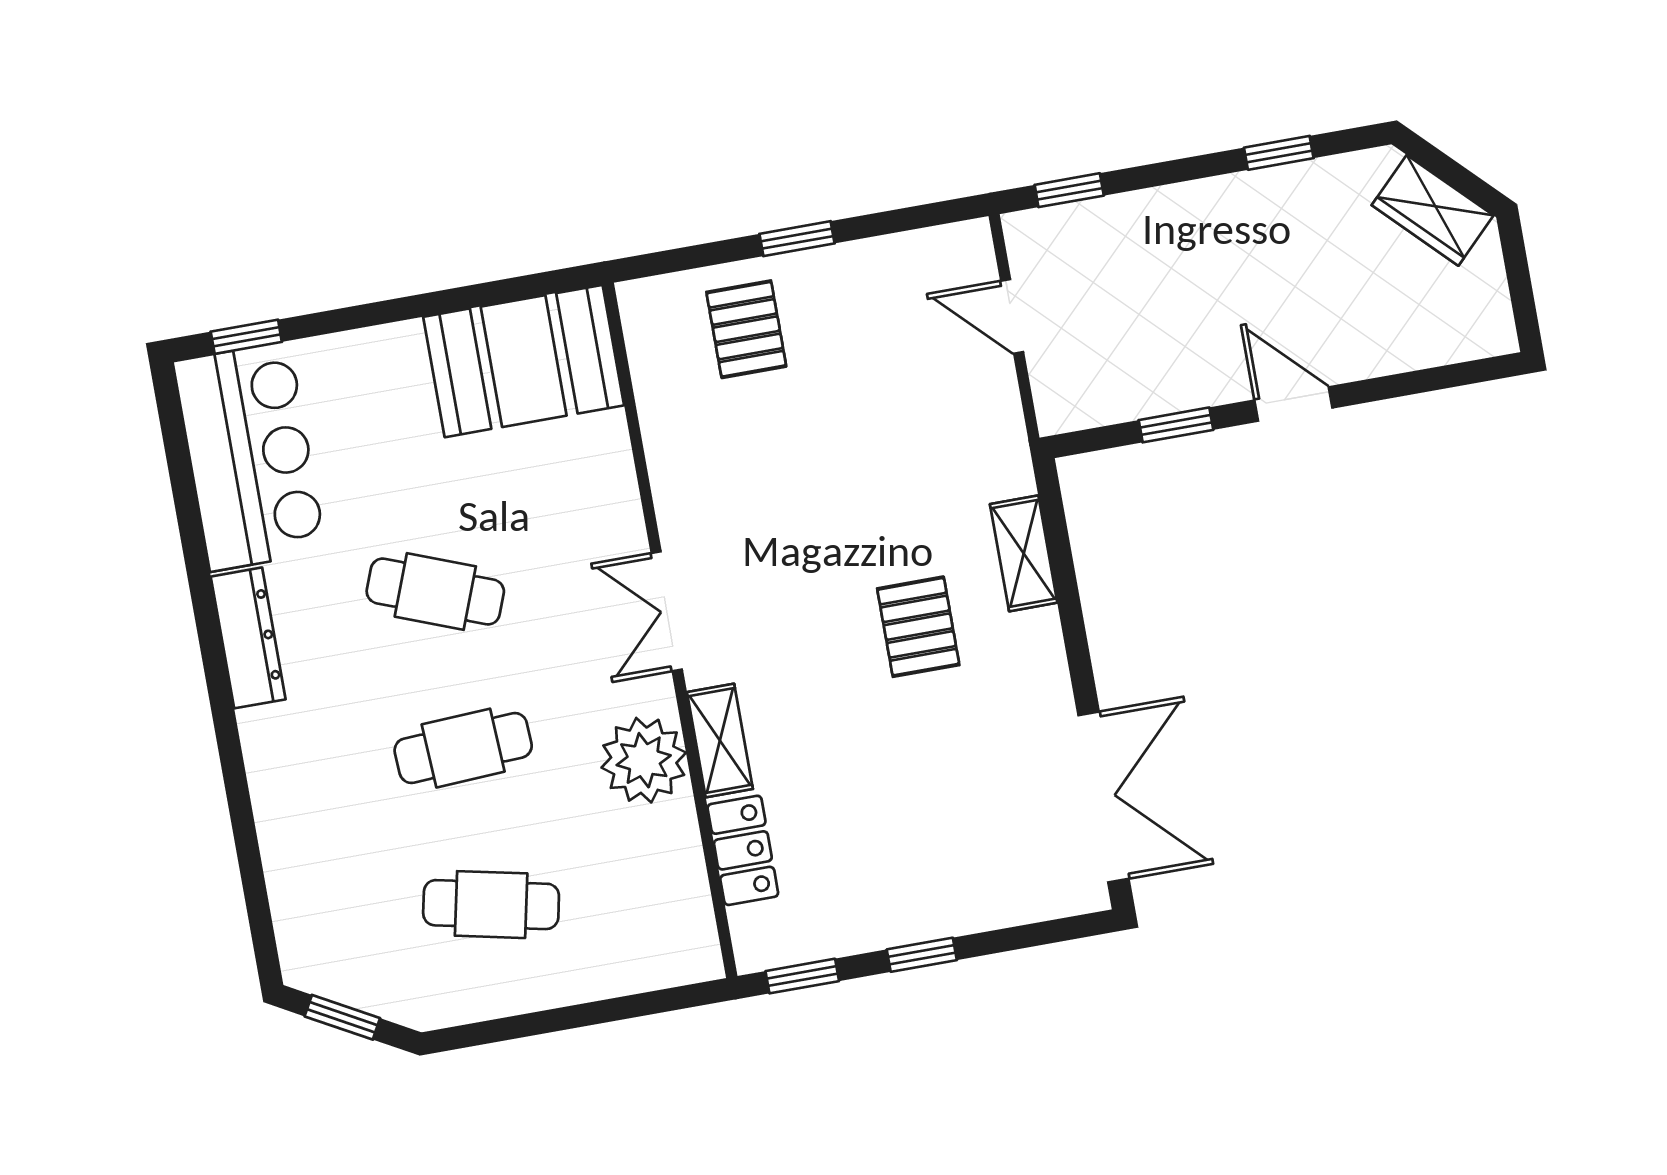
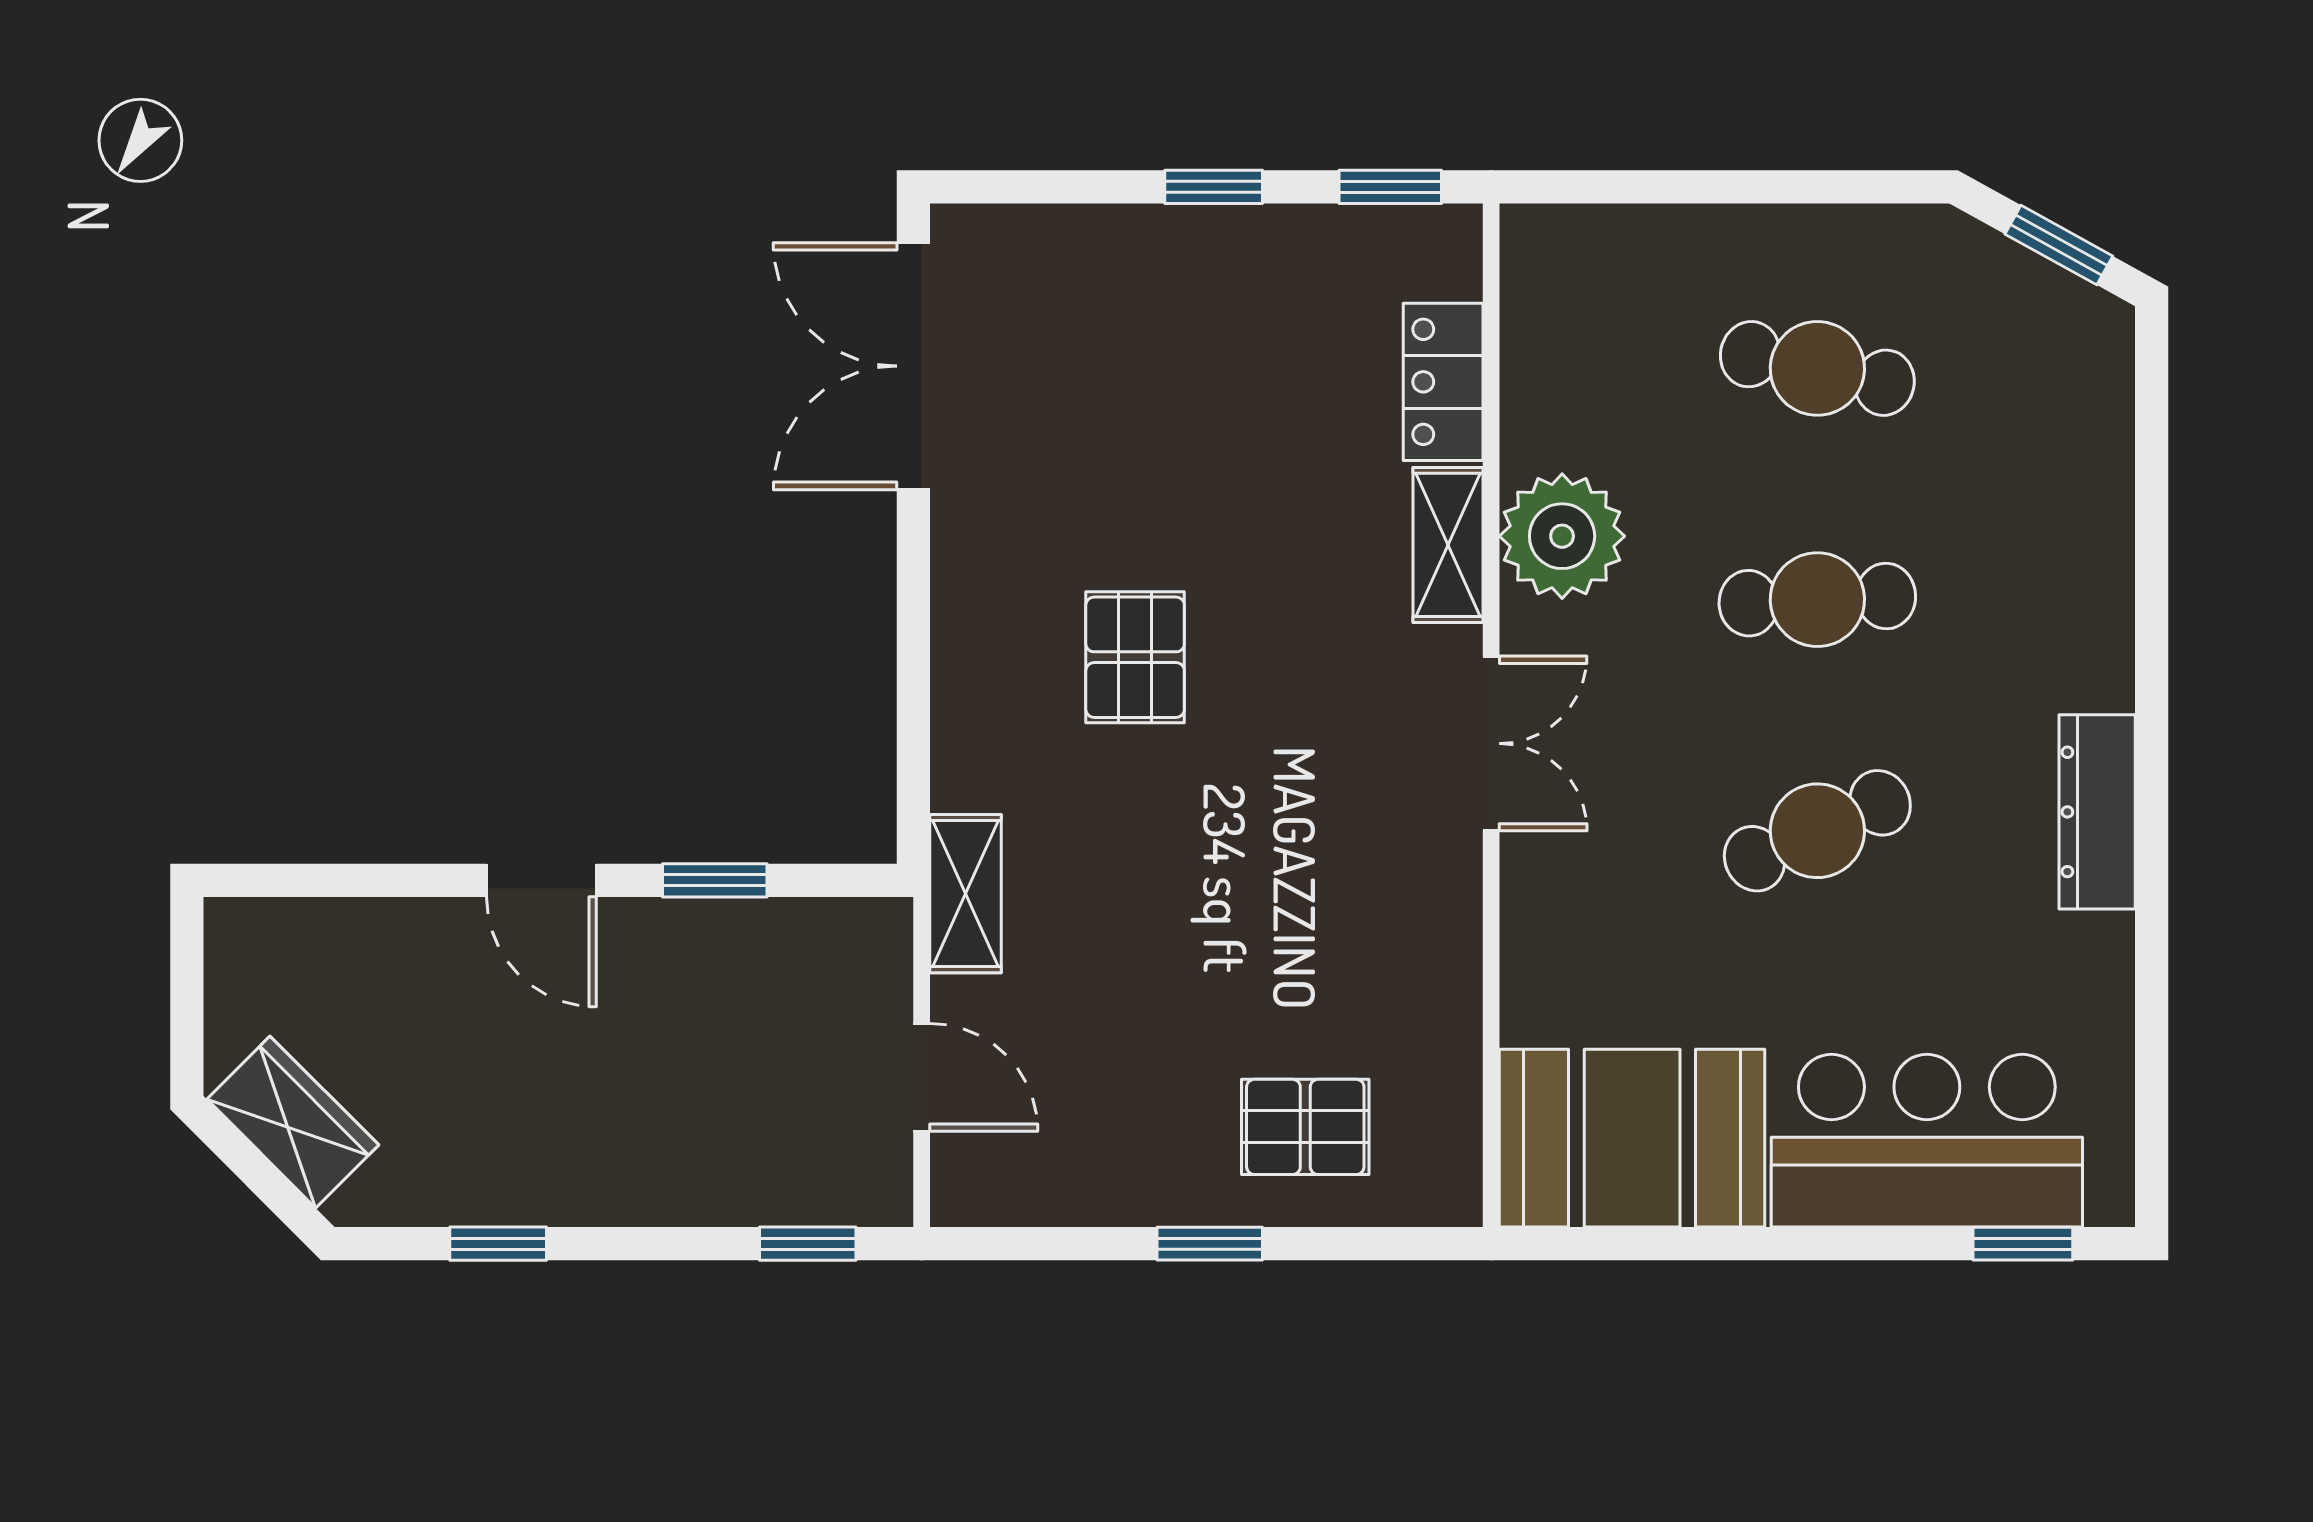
pallet: (746, 329) -> (1305, 1127), turned 90
bar counter: (250, 456) -> (1927, 1141), moved, turned 90
shelving: (1024, 553) -> (965, 894), moved
cafe table: (435, 591) -> (1817, 831), turned -45

